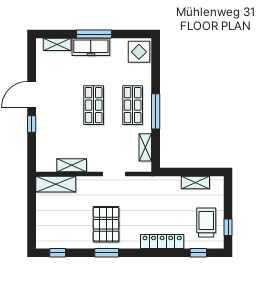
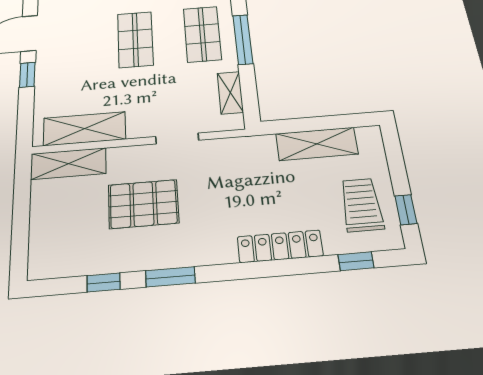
shelving: (72, 165) -> (85, 129), width x1.50, depth x1.33
shelving: (195, 182) -> (317, 144), width x1.50, depth x1.33
pallet: (106, 224) -> (143, 204), moved, turned 90
window: (58, 253) -> (104, 283), moved

